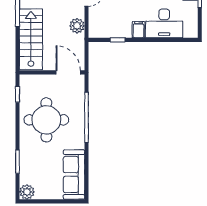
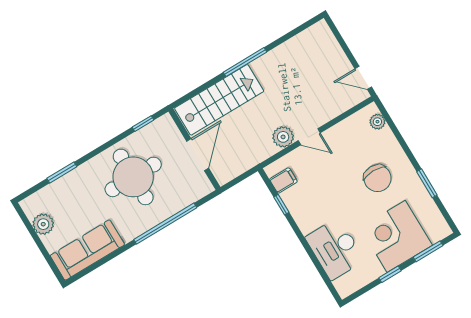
plant: (77, 26) -> (283, 137), moved
filing cabinet: (138, 30) -> (283, 180), moved
door: (68, 72) -> (198, 155), moved
plant: (27, 192) -> (43, 224), moved

